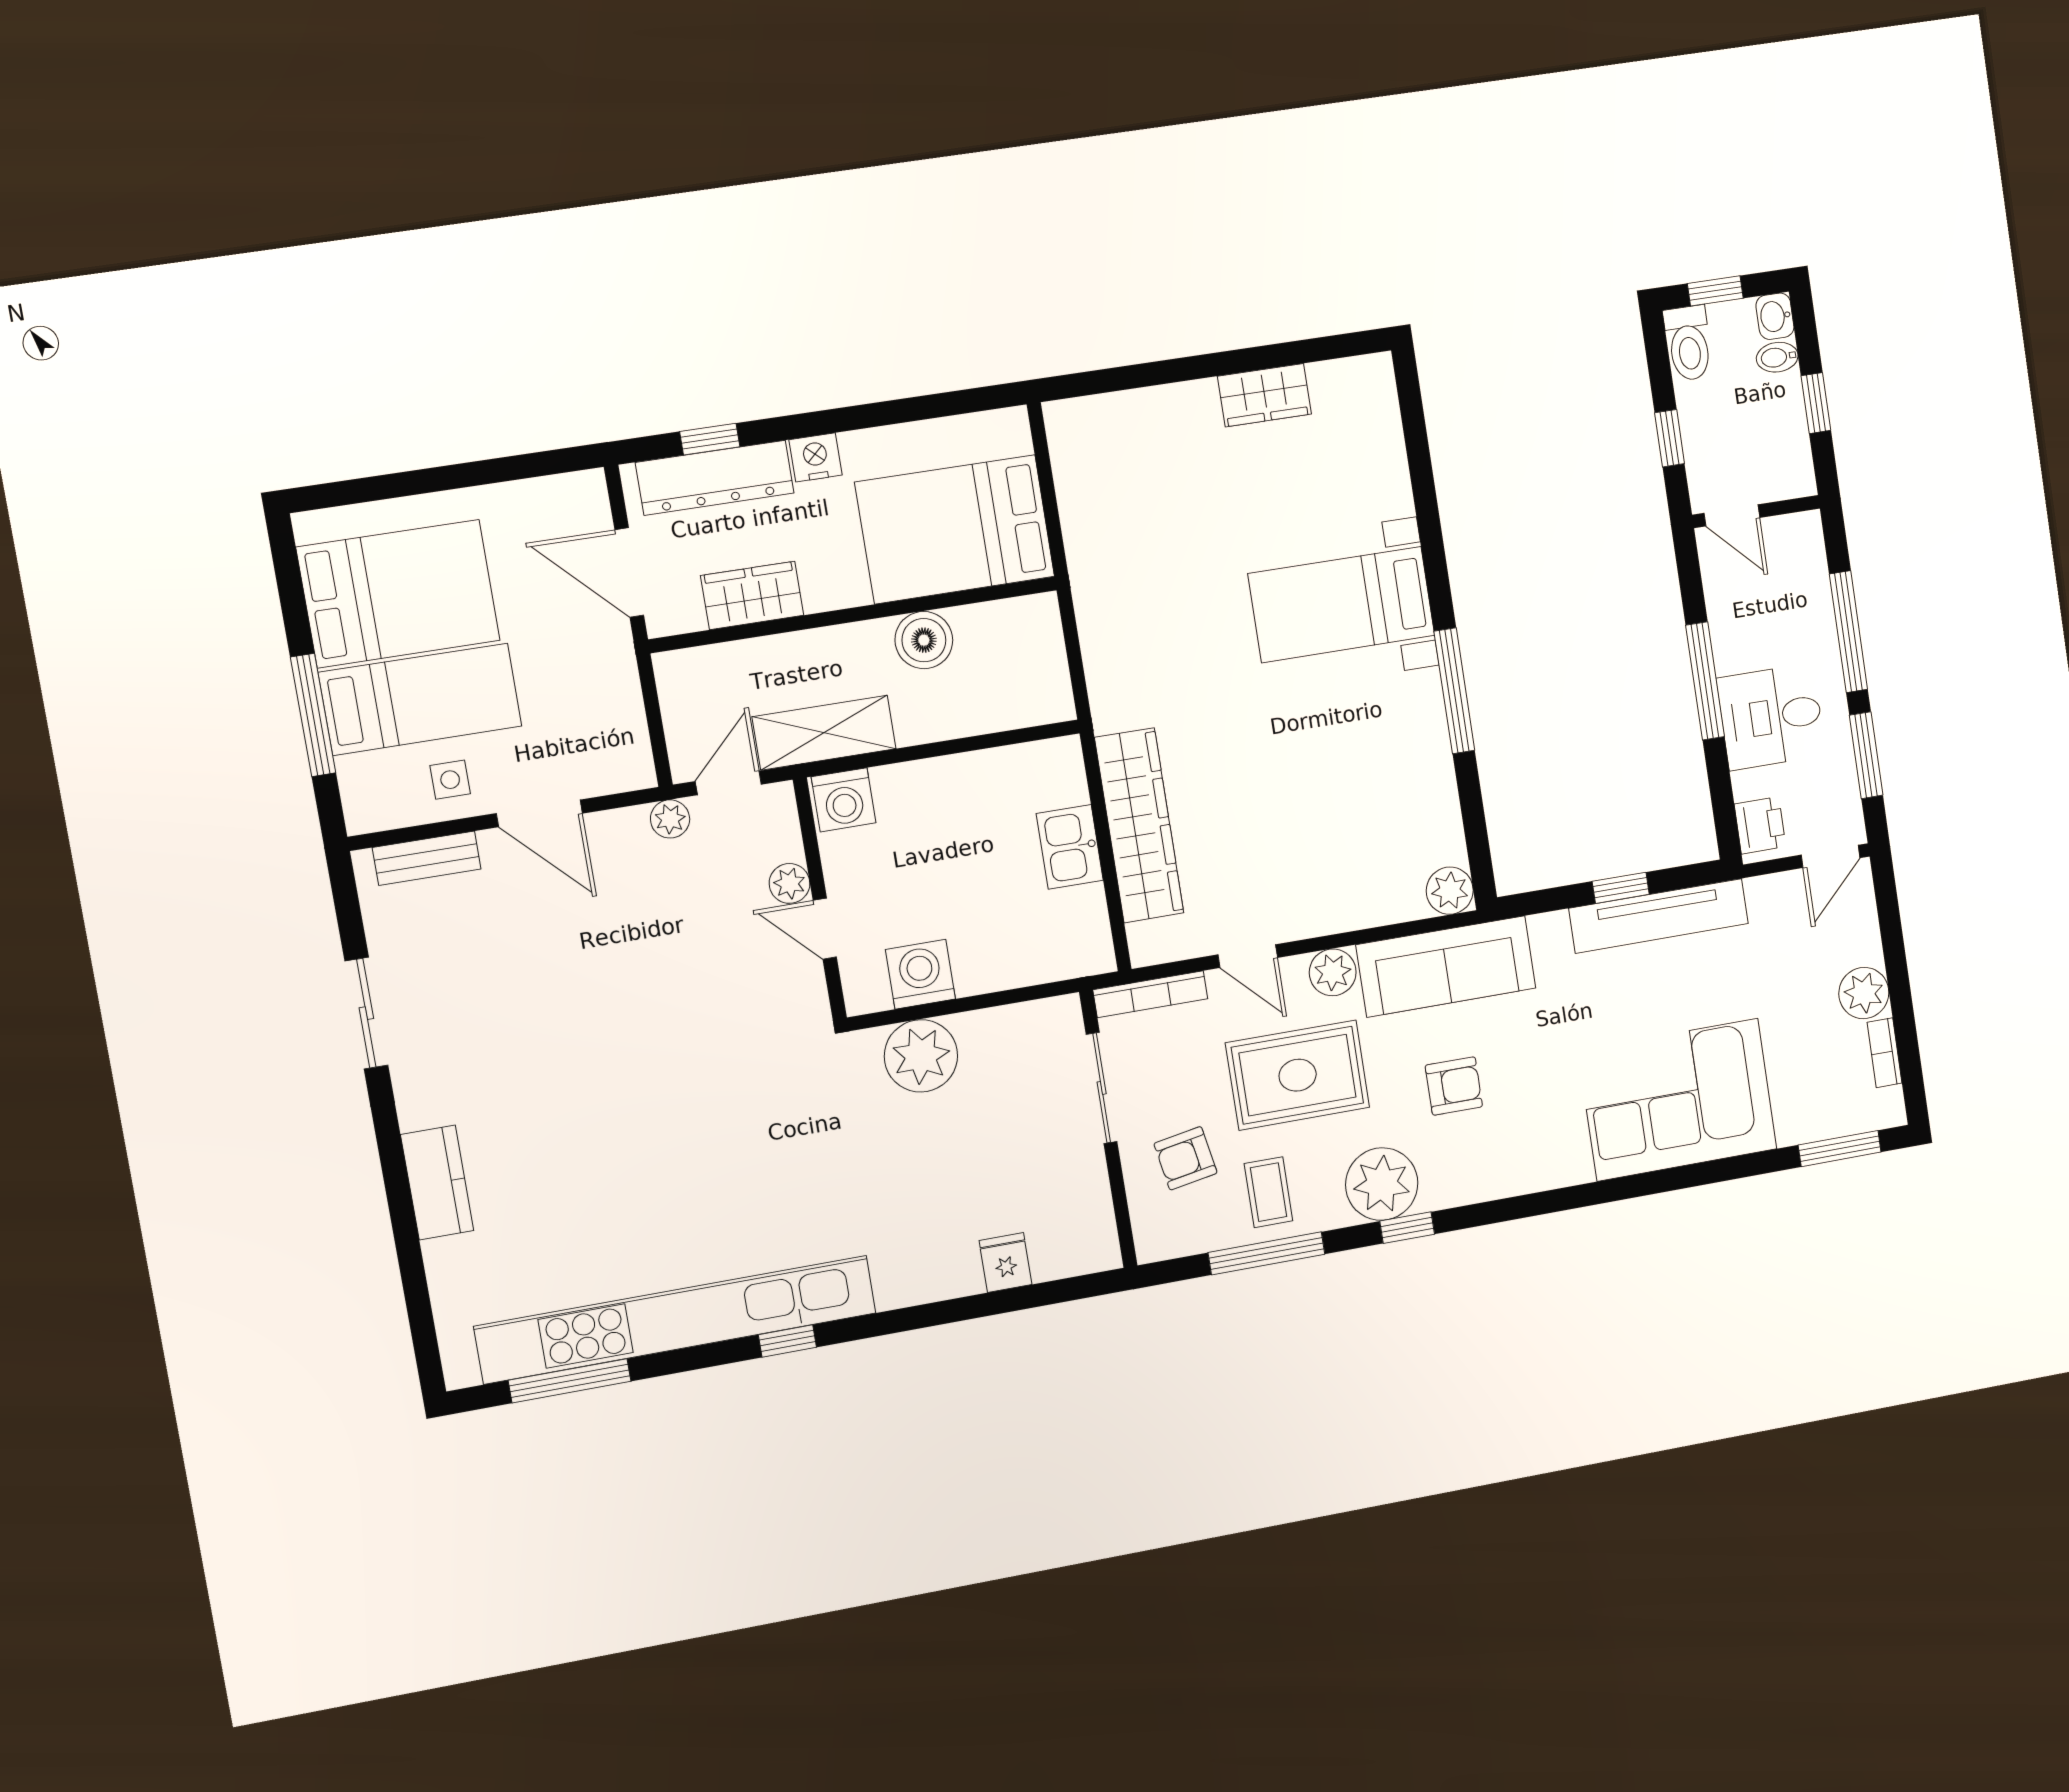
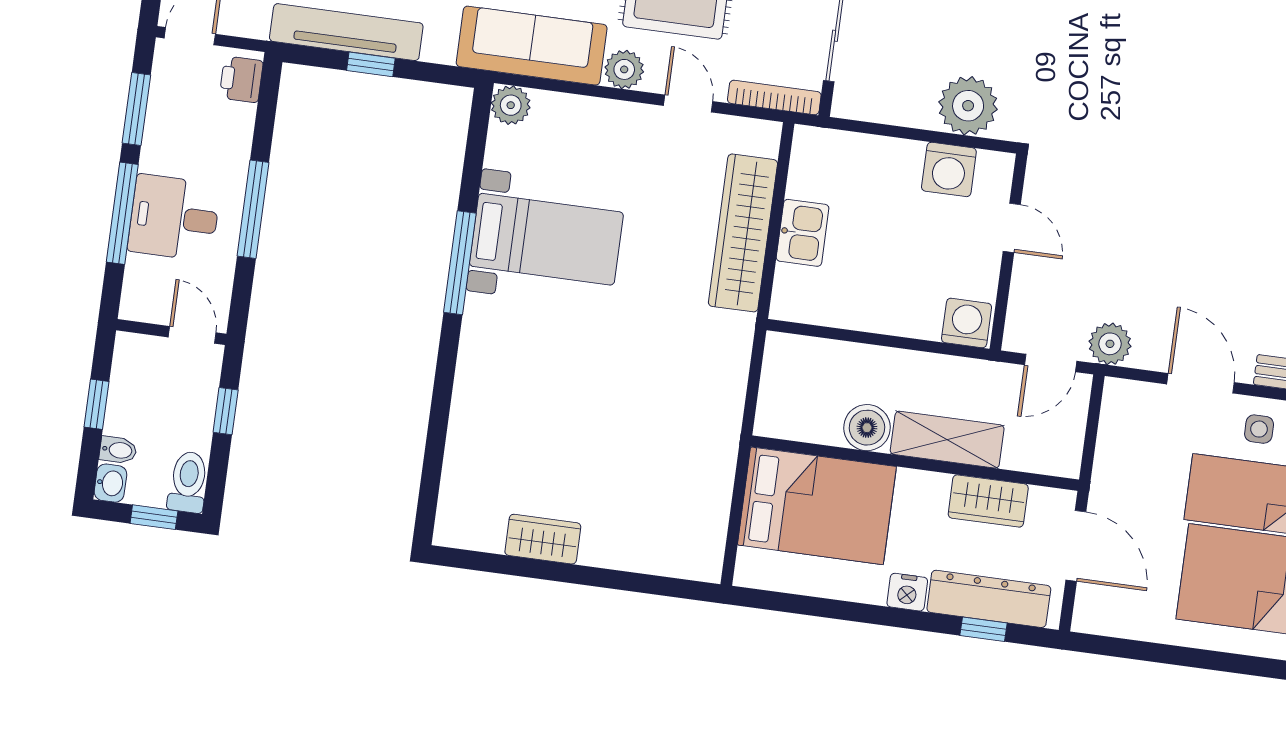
bed with nightstands: (1342, 605) -> (546, 239), moved
desk: (1771, 717) -> (174, 218), moved, turned 180
shelving: (824, 733) -> (947, 440), moved
plant: (670, 819) -> (1110, 344), width x1.38, depth x1.38
plant: (790, 883) -> (1028, 271), removed

